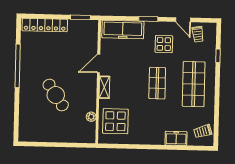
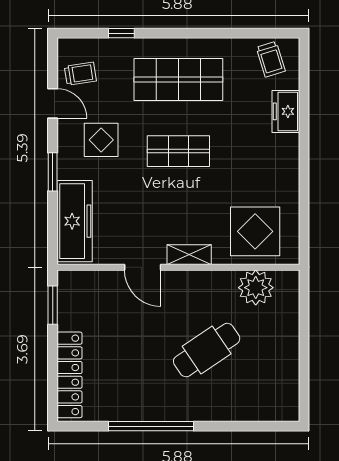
door: (183, 20) -> (53, 103), hinge flipped
plant: (91, 117) -> (256, 288), width x1.87, depth x1.87

